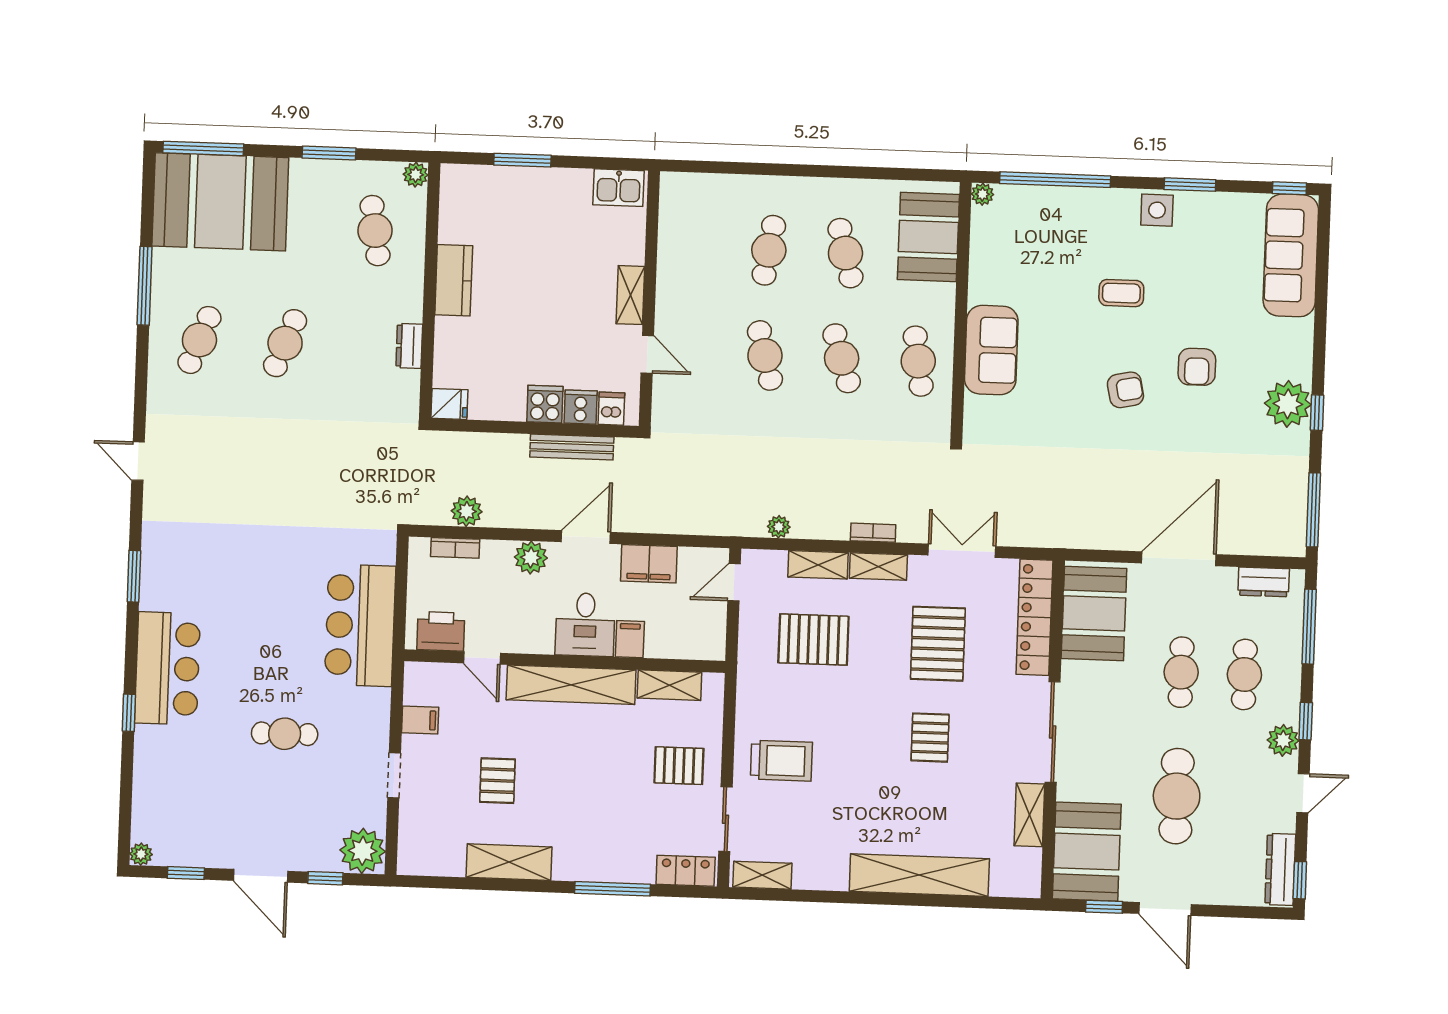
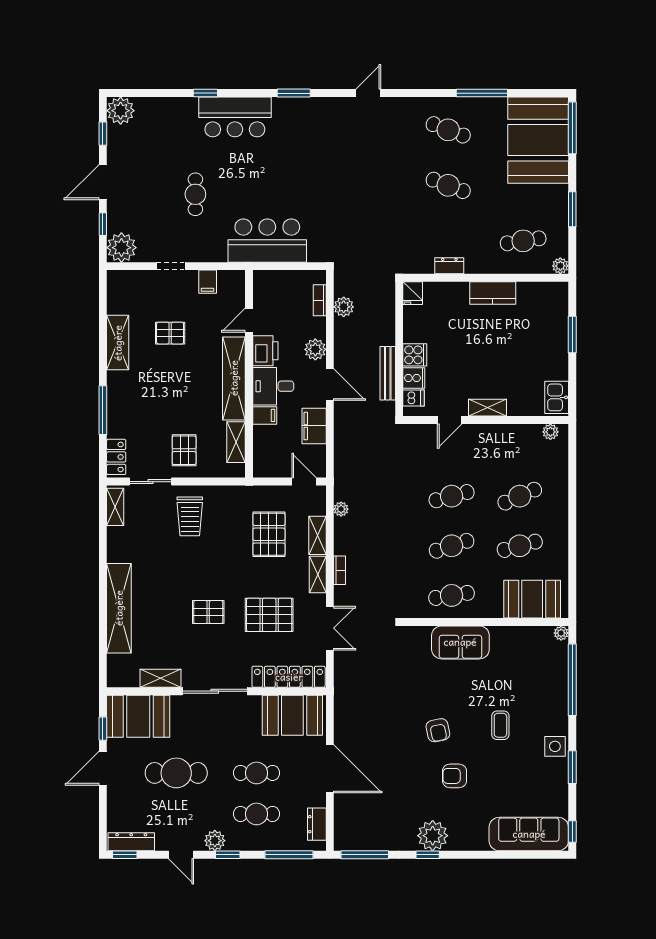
plant: (671, 199) -> (550, 432), added
cafe table: (769, 250) -> (520, 496), turned -33
printer: (441, 631) -> (265, 351), moved
plant: (141, 854) -> (121, 111), width x1.87, depth x1.87

